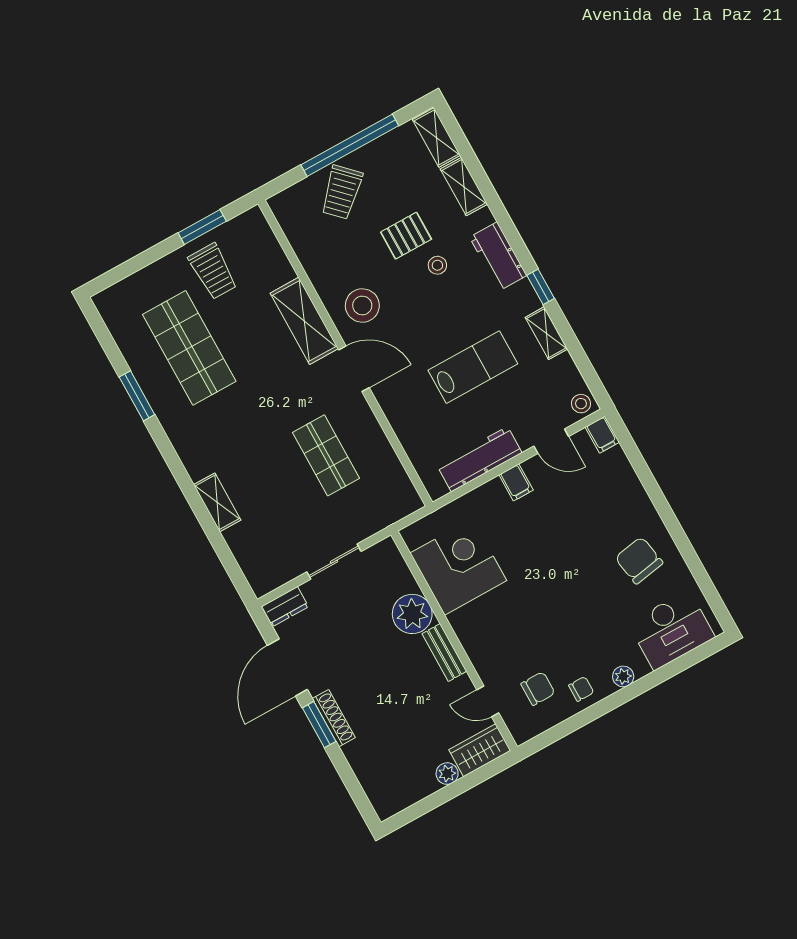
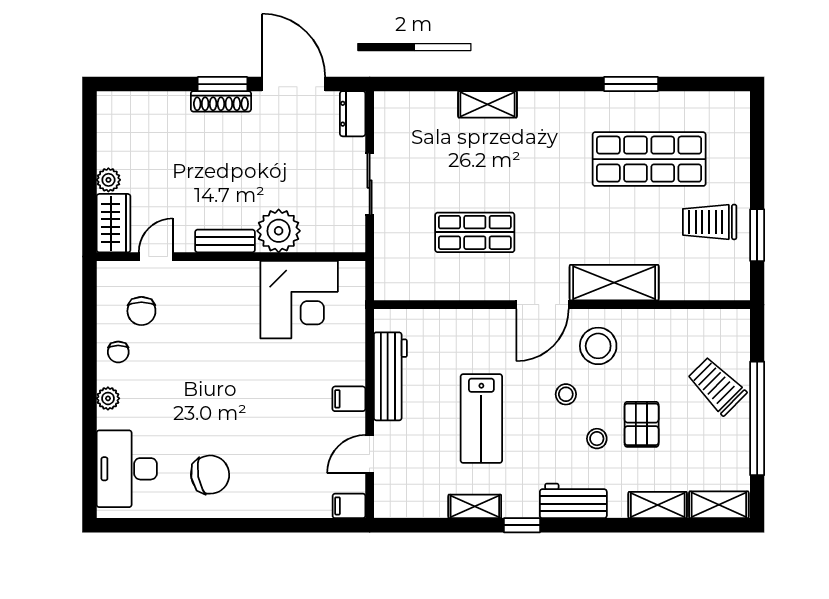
stool: (581, 404) -> (566, 394), moved

